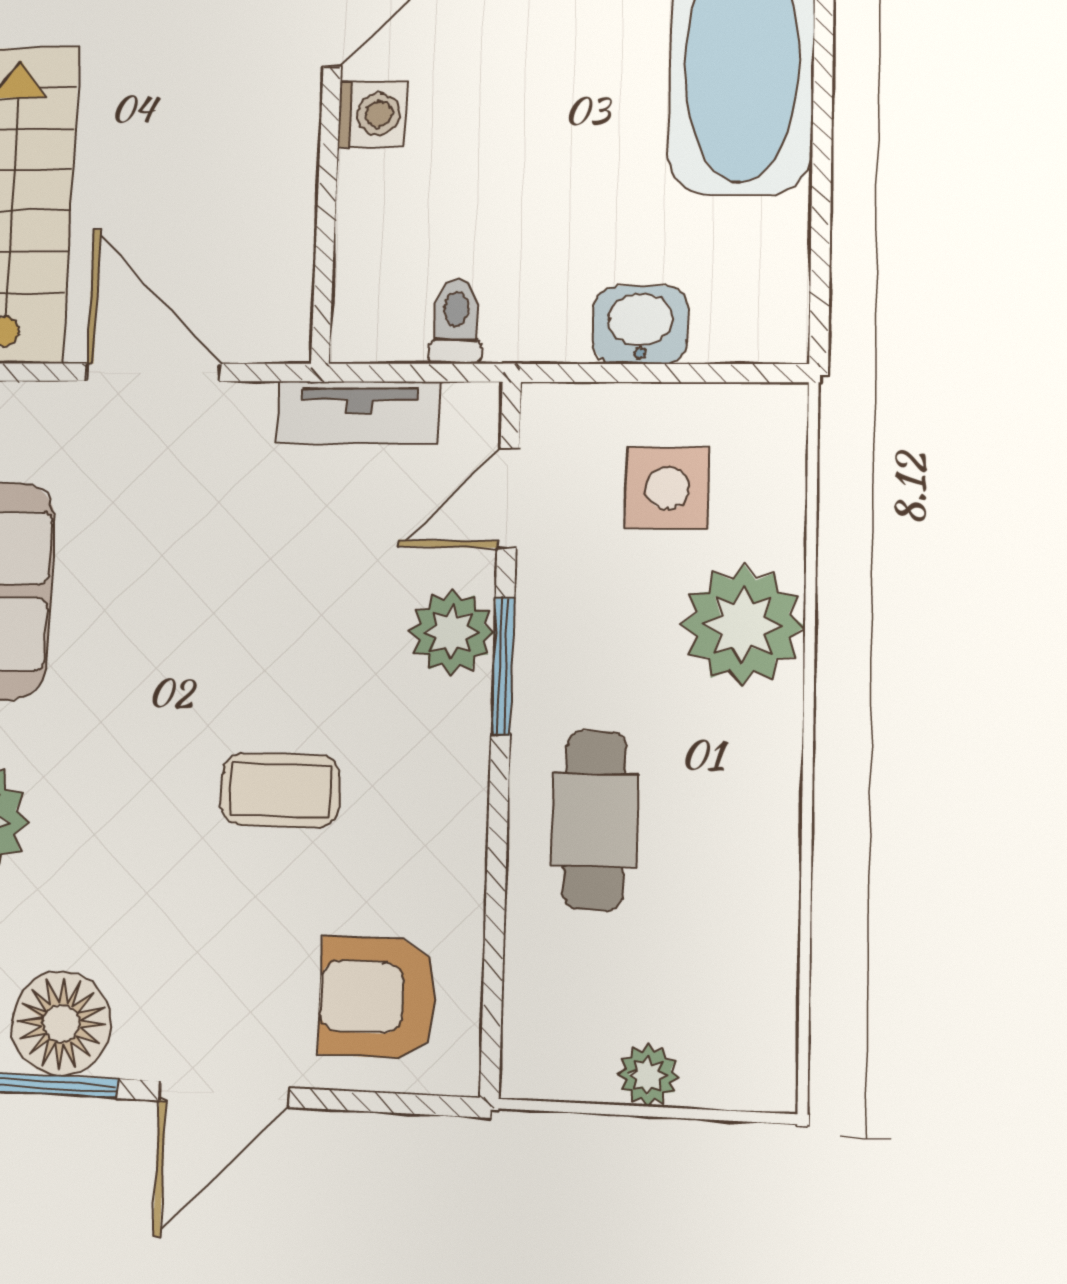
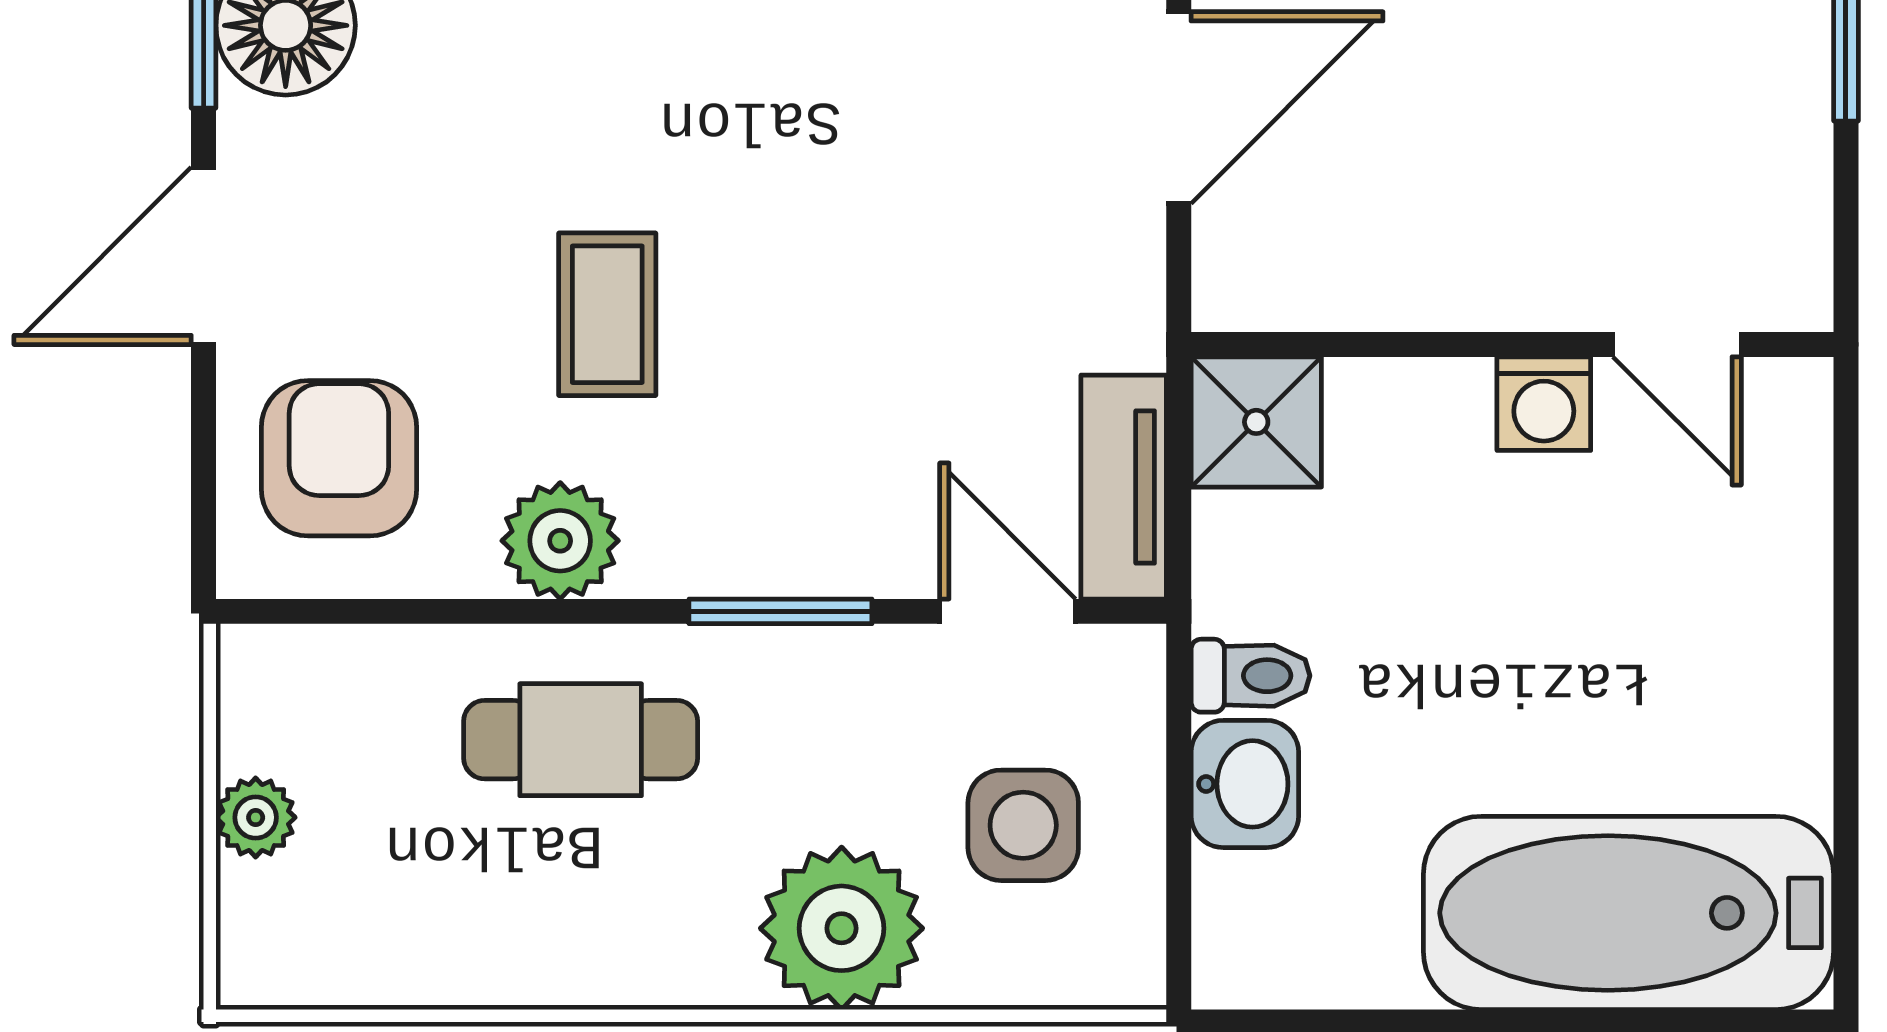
shower: (377, 317) -> (1256, 422), added
toilet: (456, 321) -> (1250, 676), moved
tv unit: (359, 412) -> (1124, 487), moved
plant: (452, 632) -> (560, 541), moved
door: (224, 1094) -> (204, 256), hinge flipped

